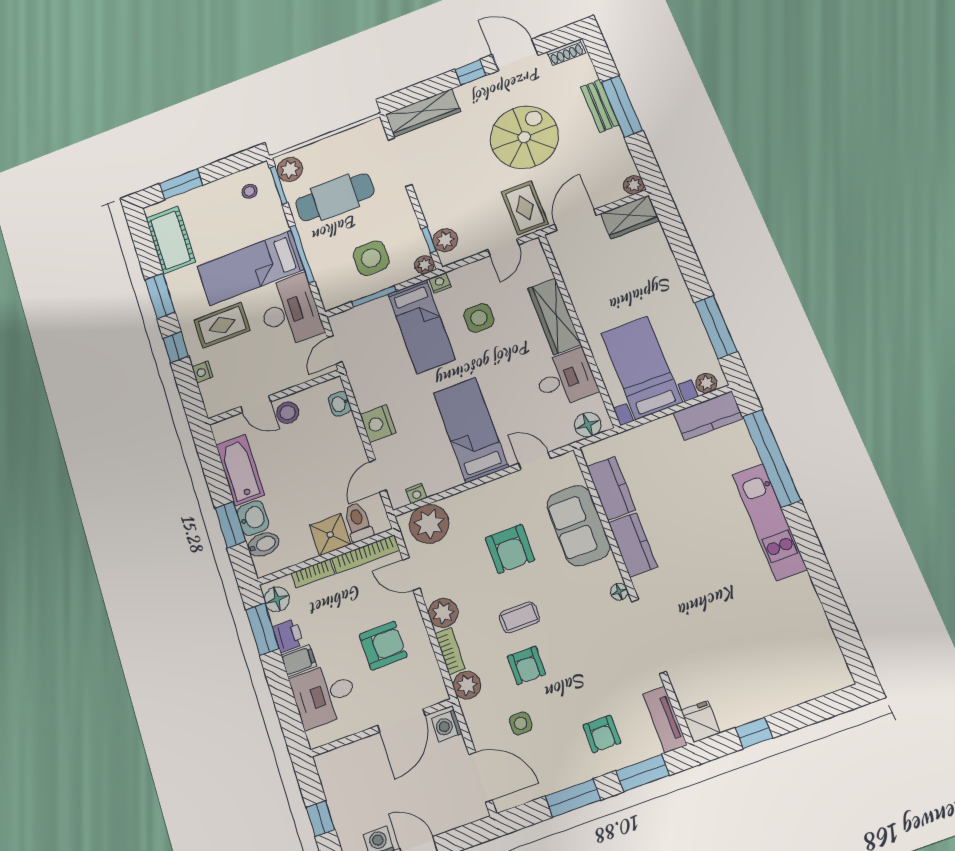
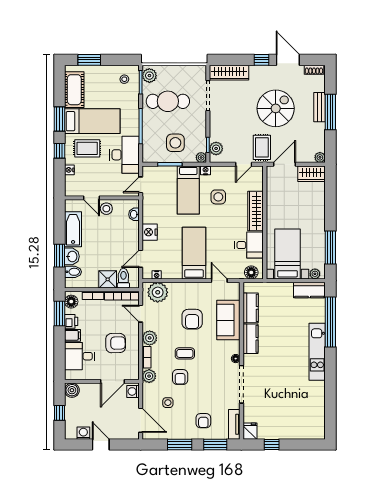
bed: (250, 268) -> (92, 121), moved, turned 180
boiler: (330, 766) -> (72, 390), added

